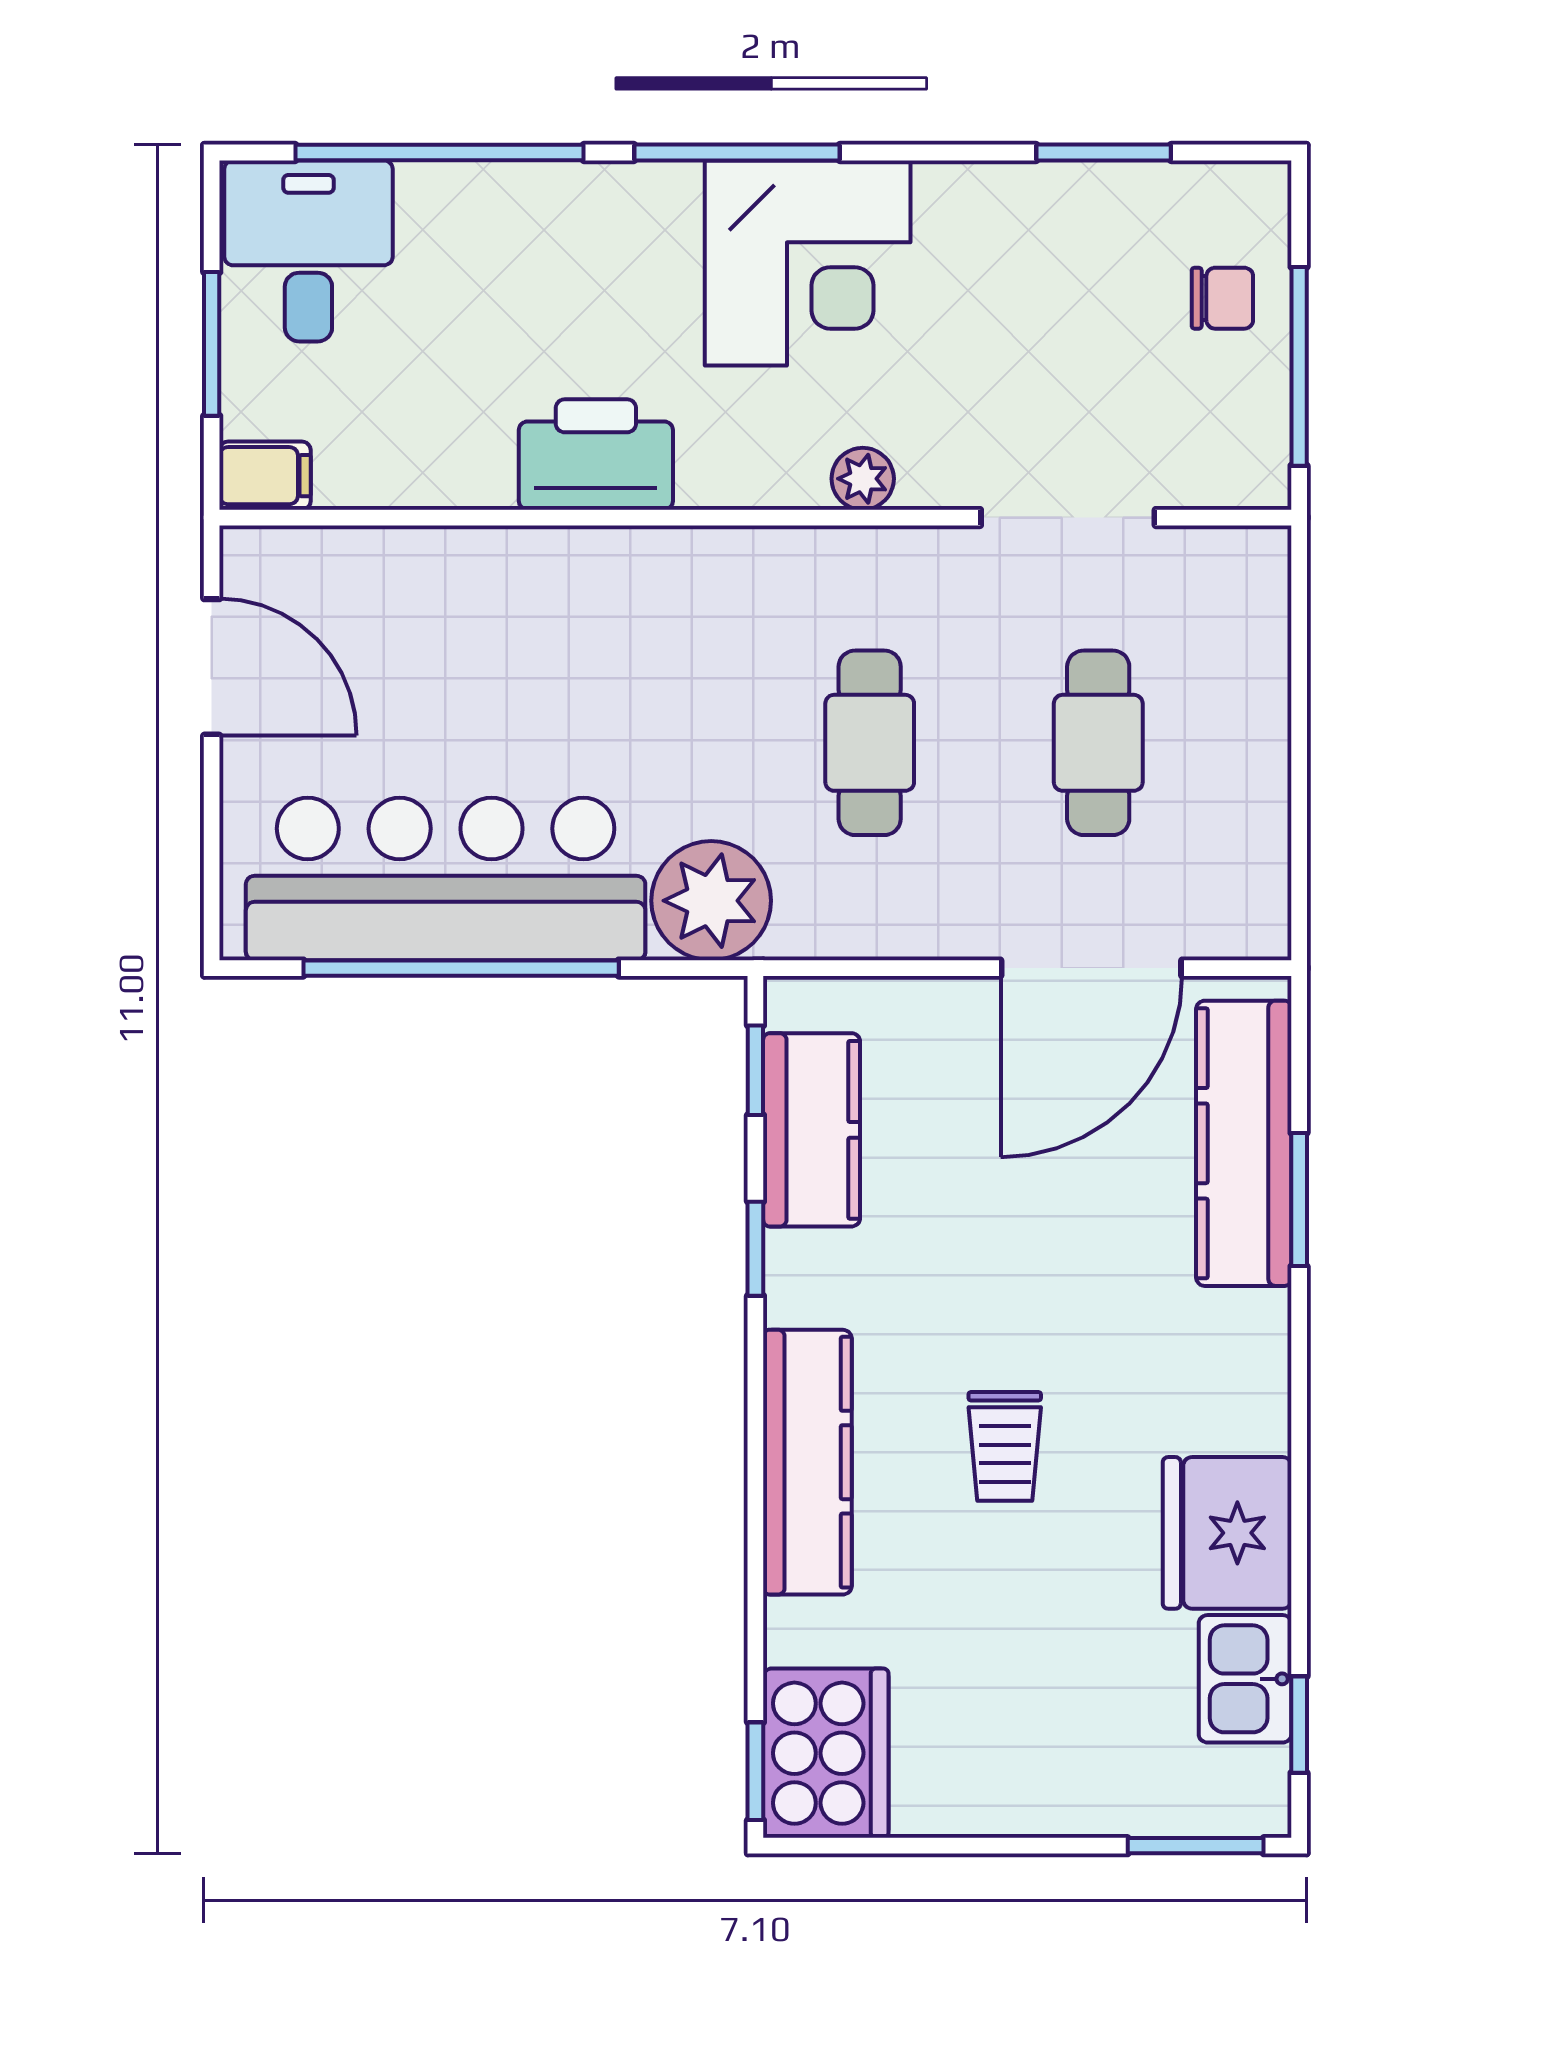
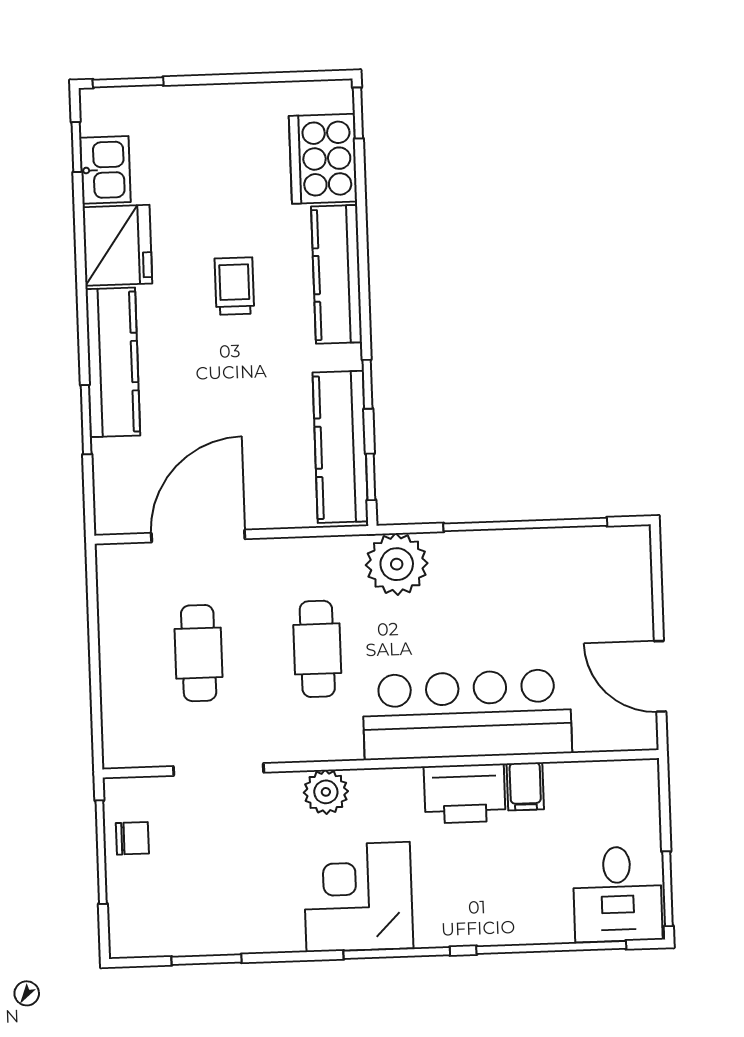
chair: (1222, 298) -> (132, 838), moved, turned 180
window: (212, 344) -> (668, 889), moved
filing cabinet: (265, 476) -> (525, 786), moved, turned -90
plant: (863, 479) -> (326, 792), width x1.38, depth x1.38
bar counter: (446, 879) -> (467, 714), moved, turned 180
kitchen counter: (812, 1130) -> (340, 447), width x1.50
kitchen counter: (1244, 1143) -> (113, 362), moved
cooker: (826, 1753) -> (323, 159), moved

